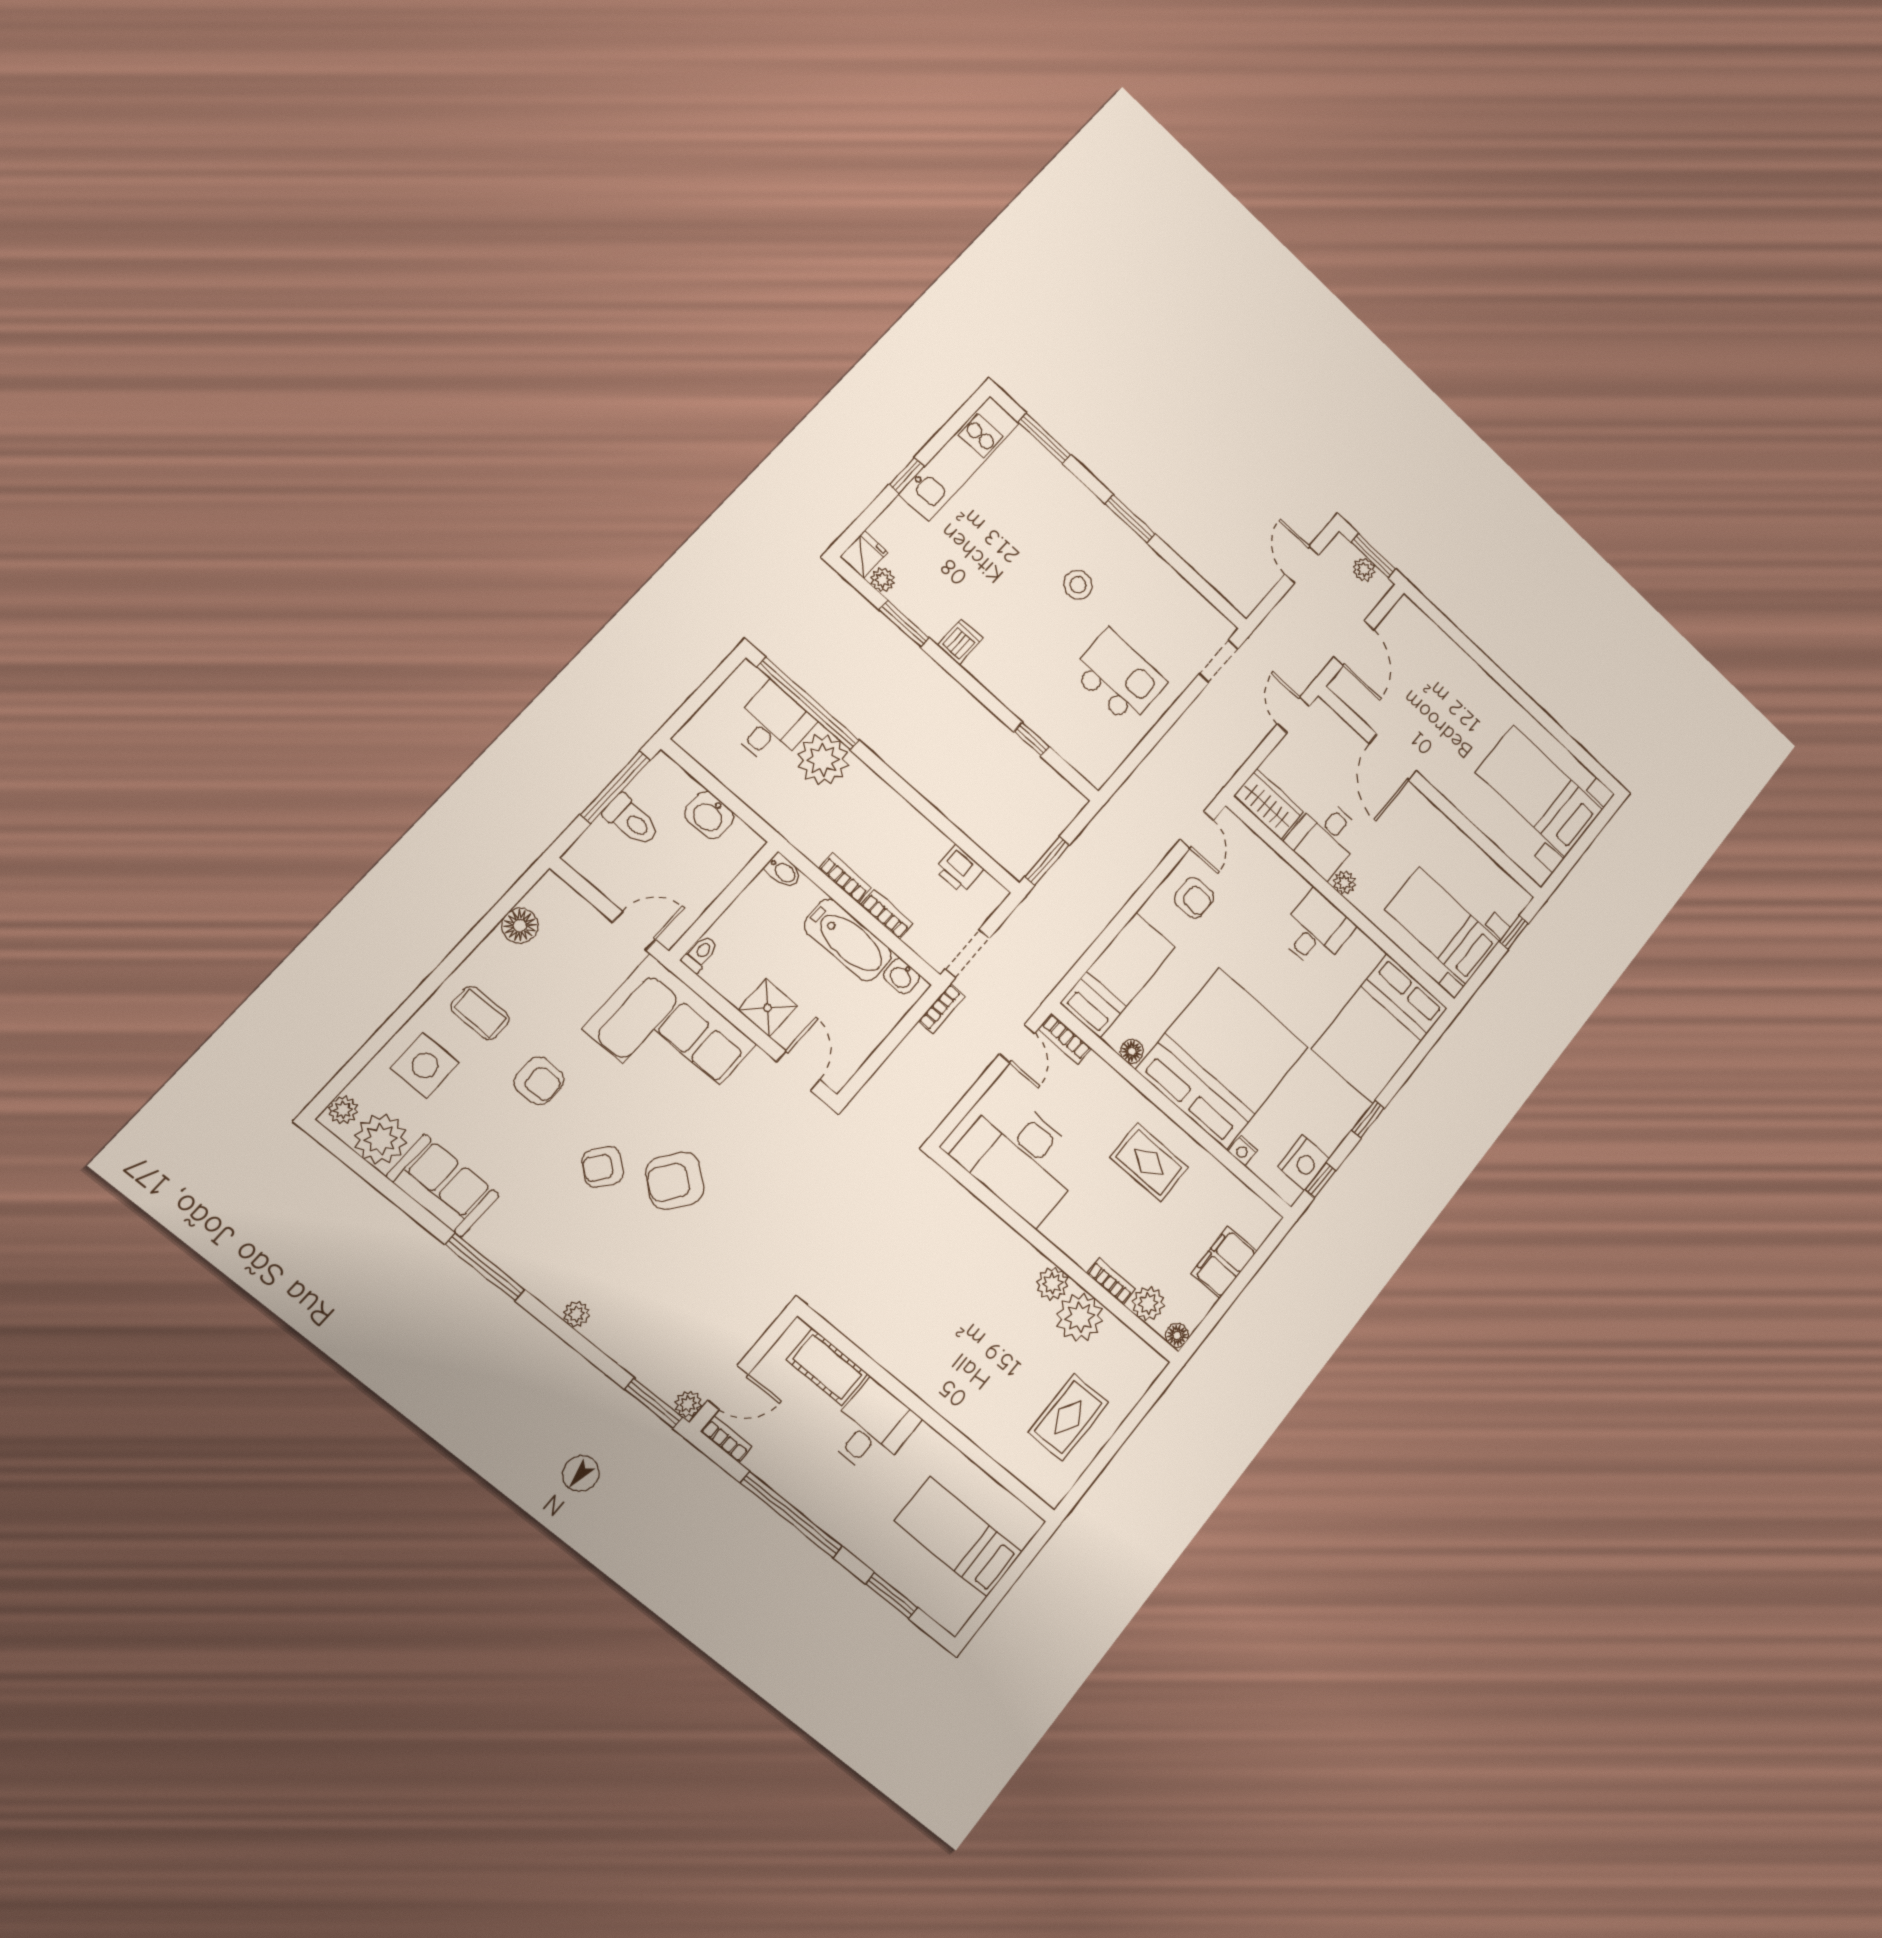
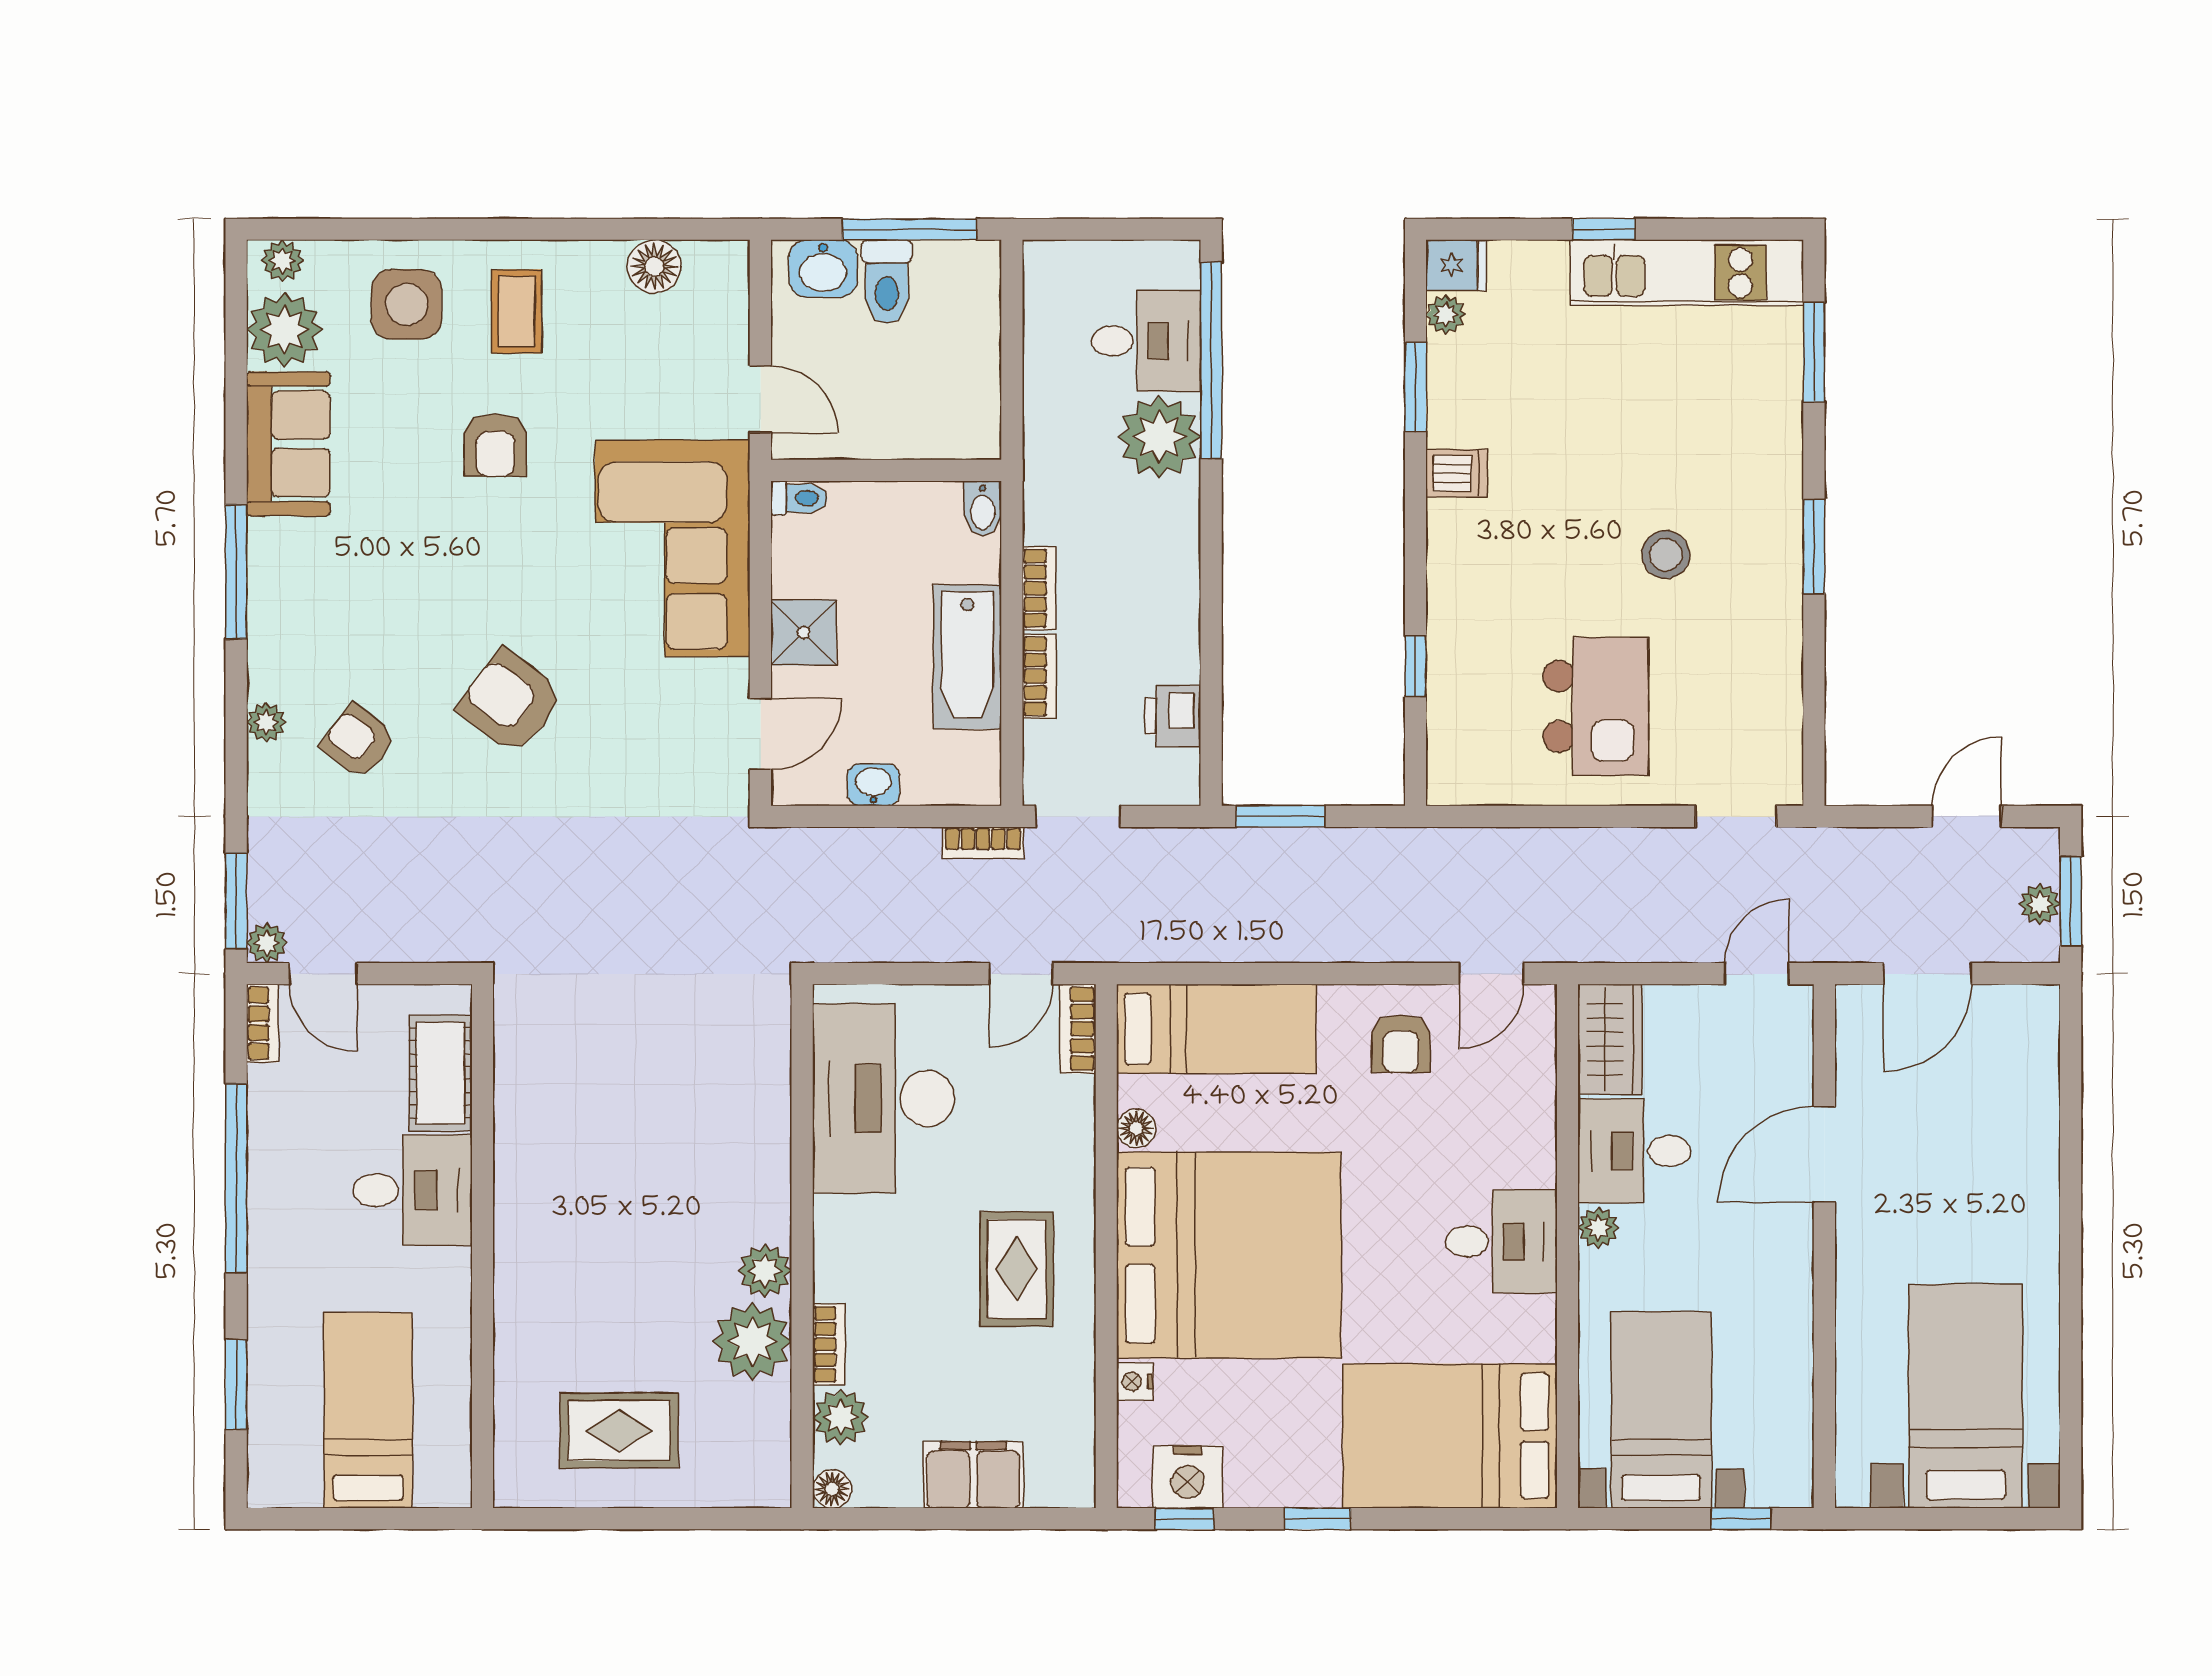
washbasin: (709, 815) -> (823, 269), moved, turned -90
washbasin: (902, 976) -> (873, 785), moved, turned 90
armchair: (603, 1167) -> (358, 741), moved

